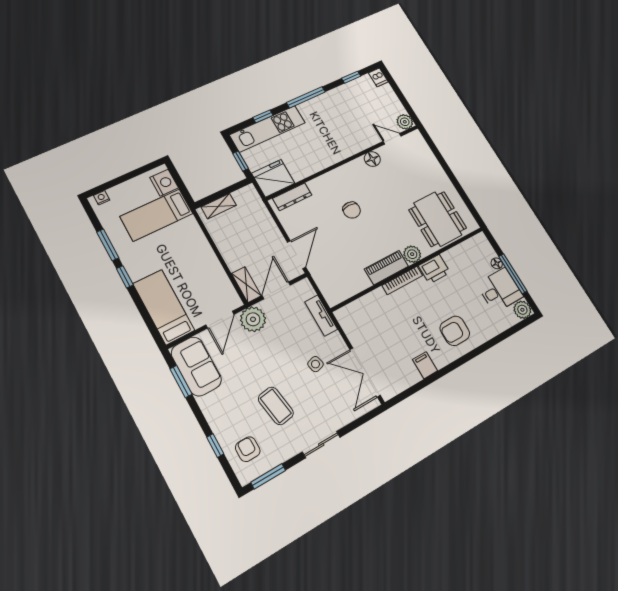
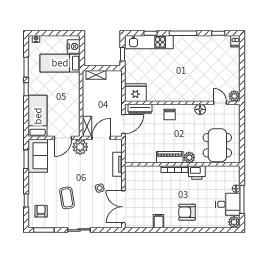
plant: (405, 122) -> (234, 96), moved
door: (392, 139) -> (220, 103), moved
floor lamp: (372, 159) -> (200, 109), moved
wall: (344, 162) -> (182, 103), moved
fridge: (273, 178) -> (135, 93), moved
dresser: (292, 197) -> (140, 109), moved

